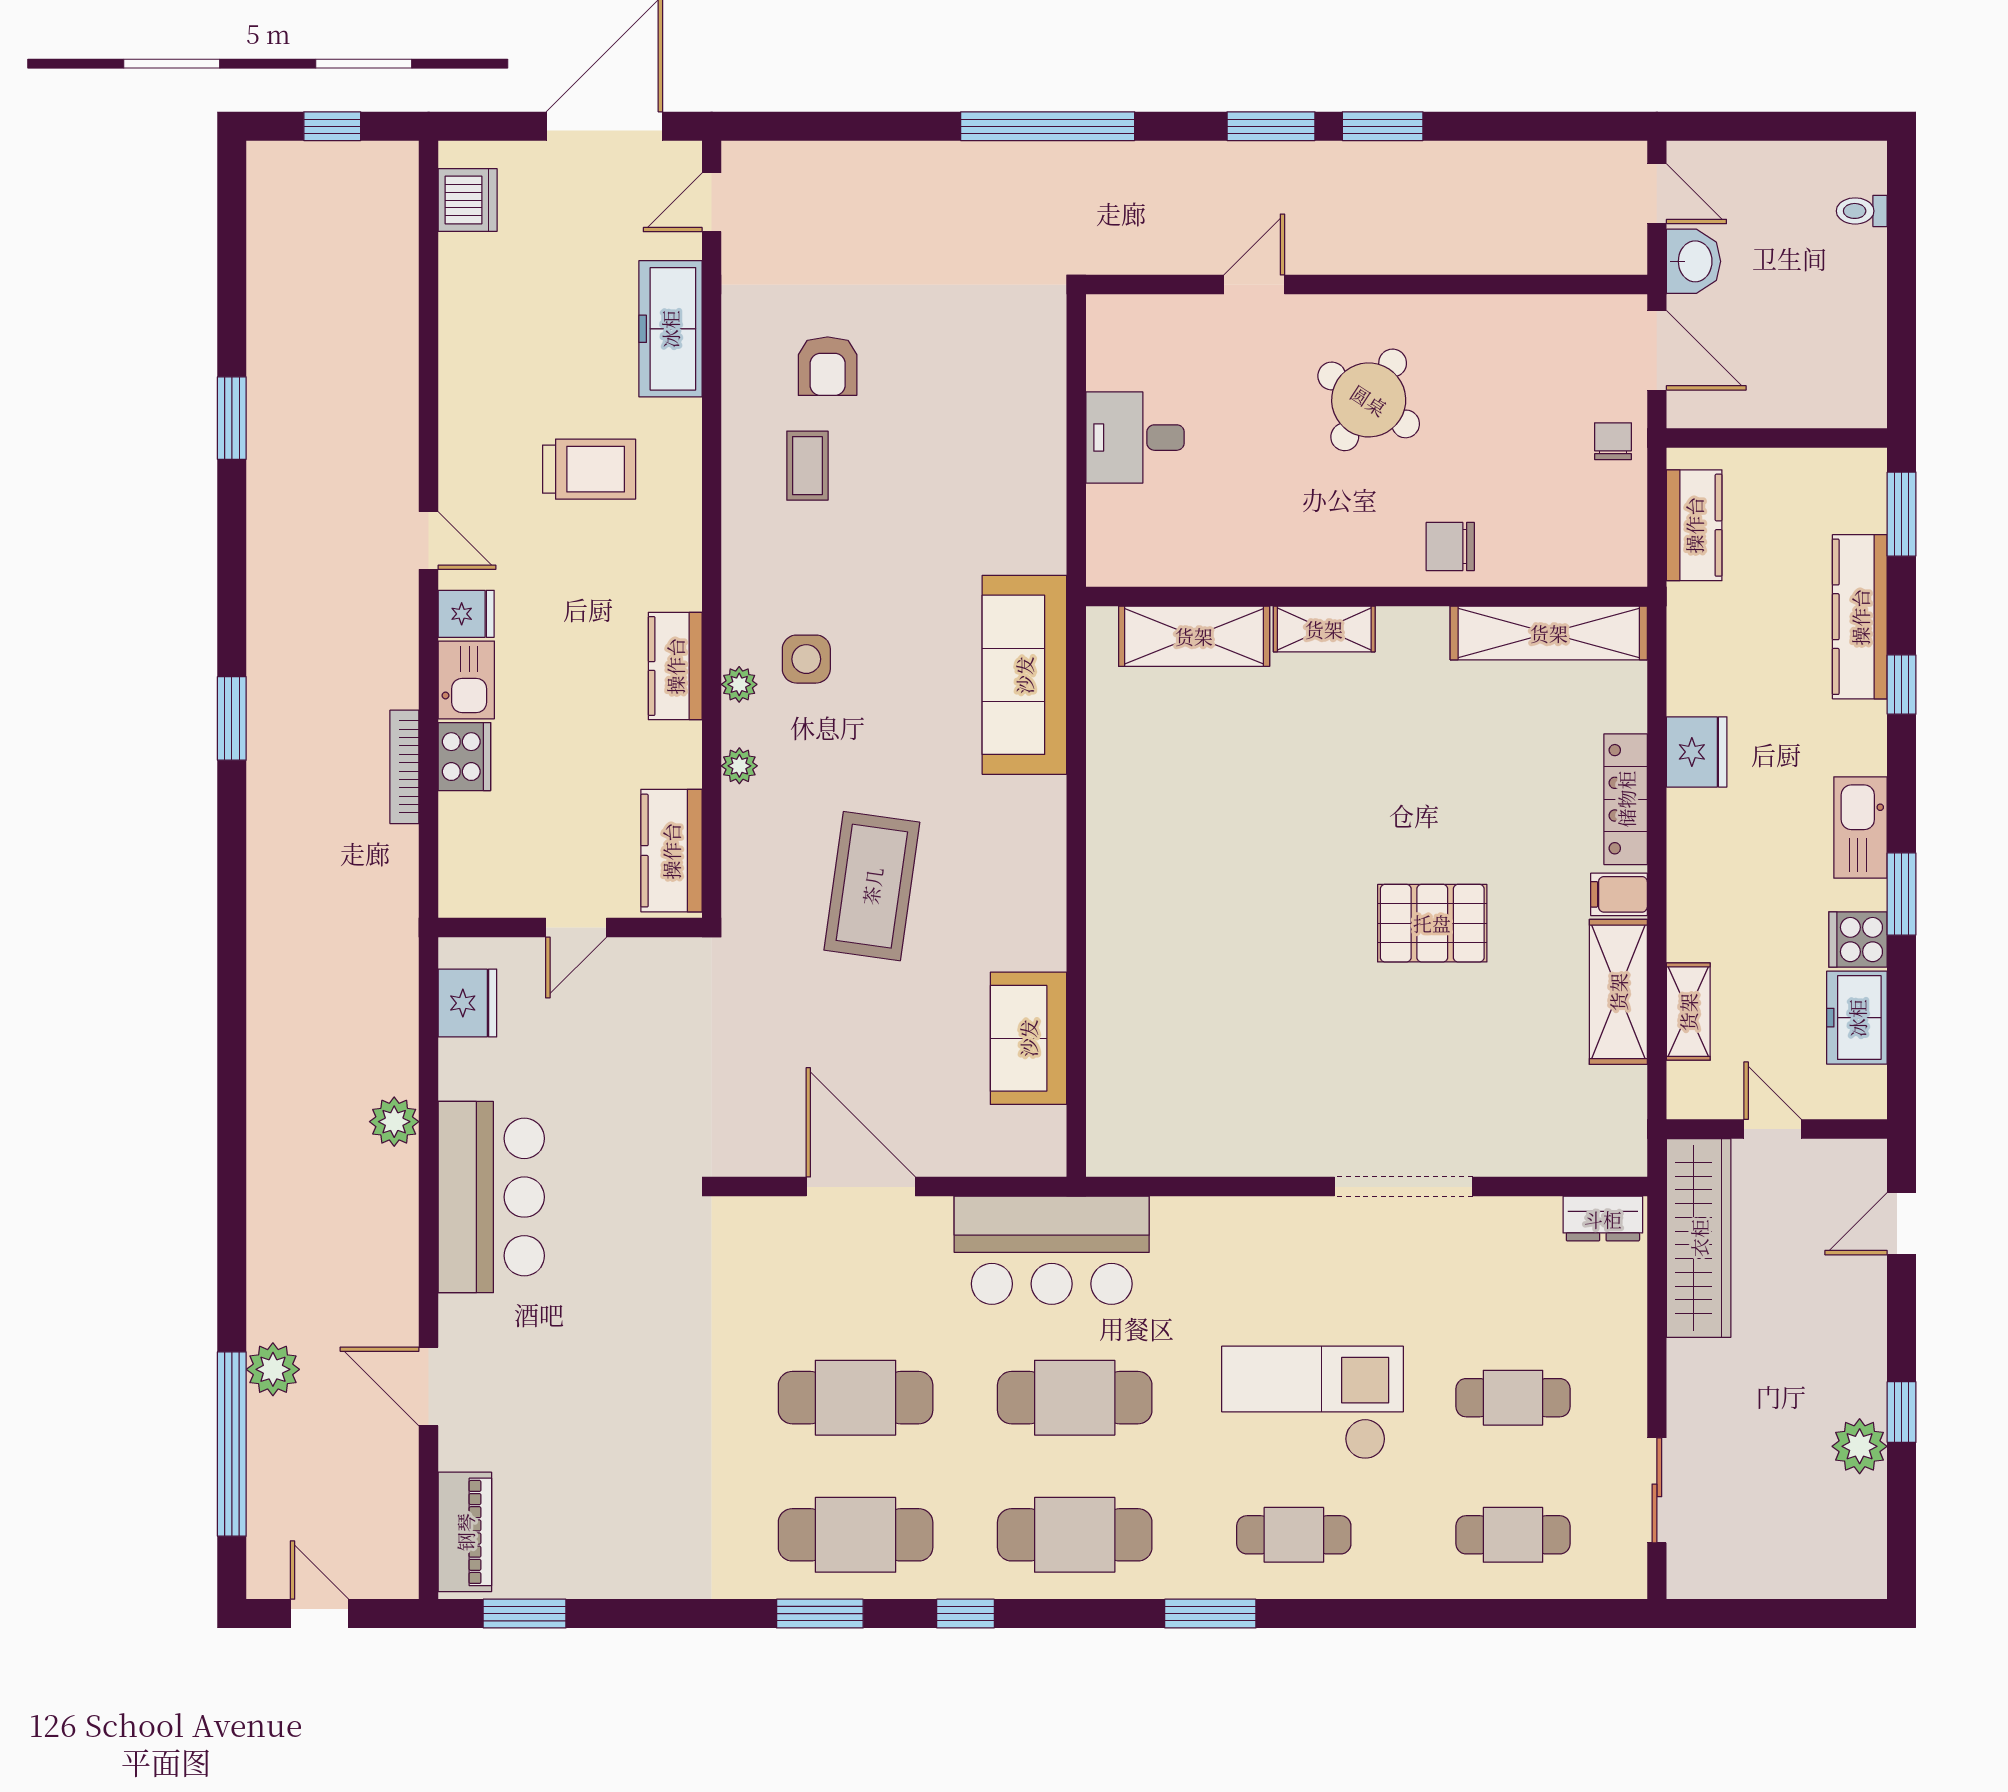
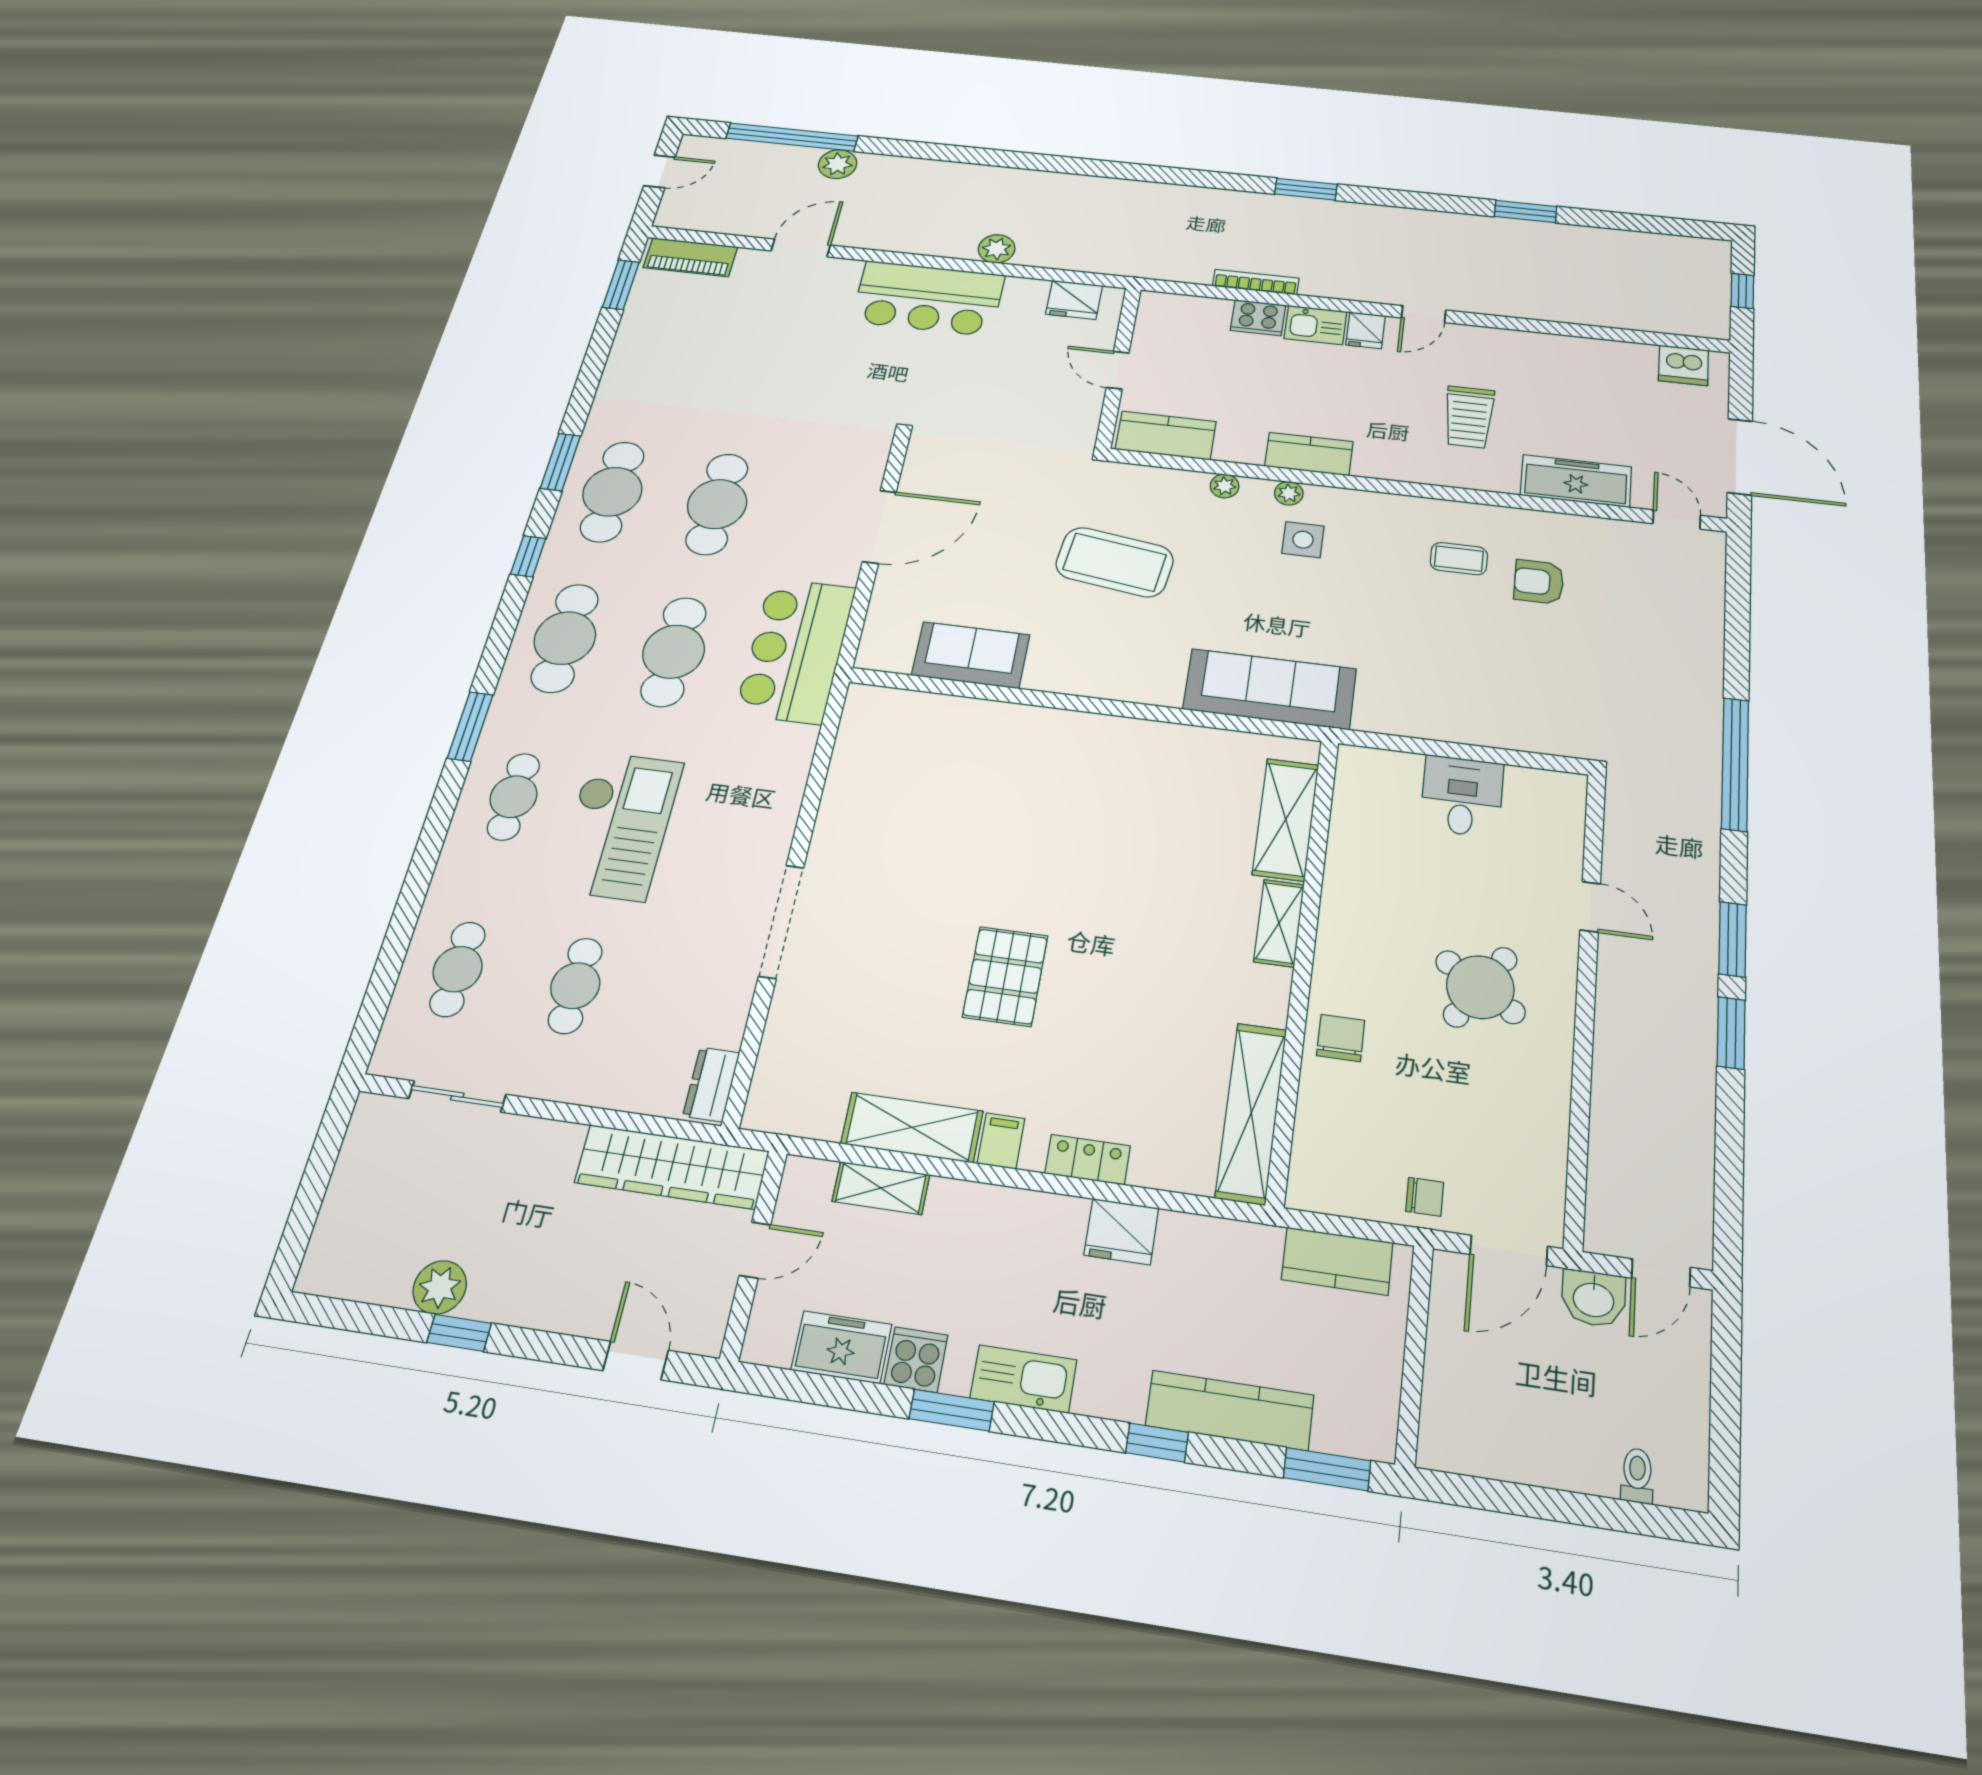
locker: (1626, 799) -> (1088, 1160), width x0.66

